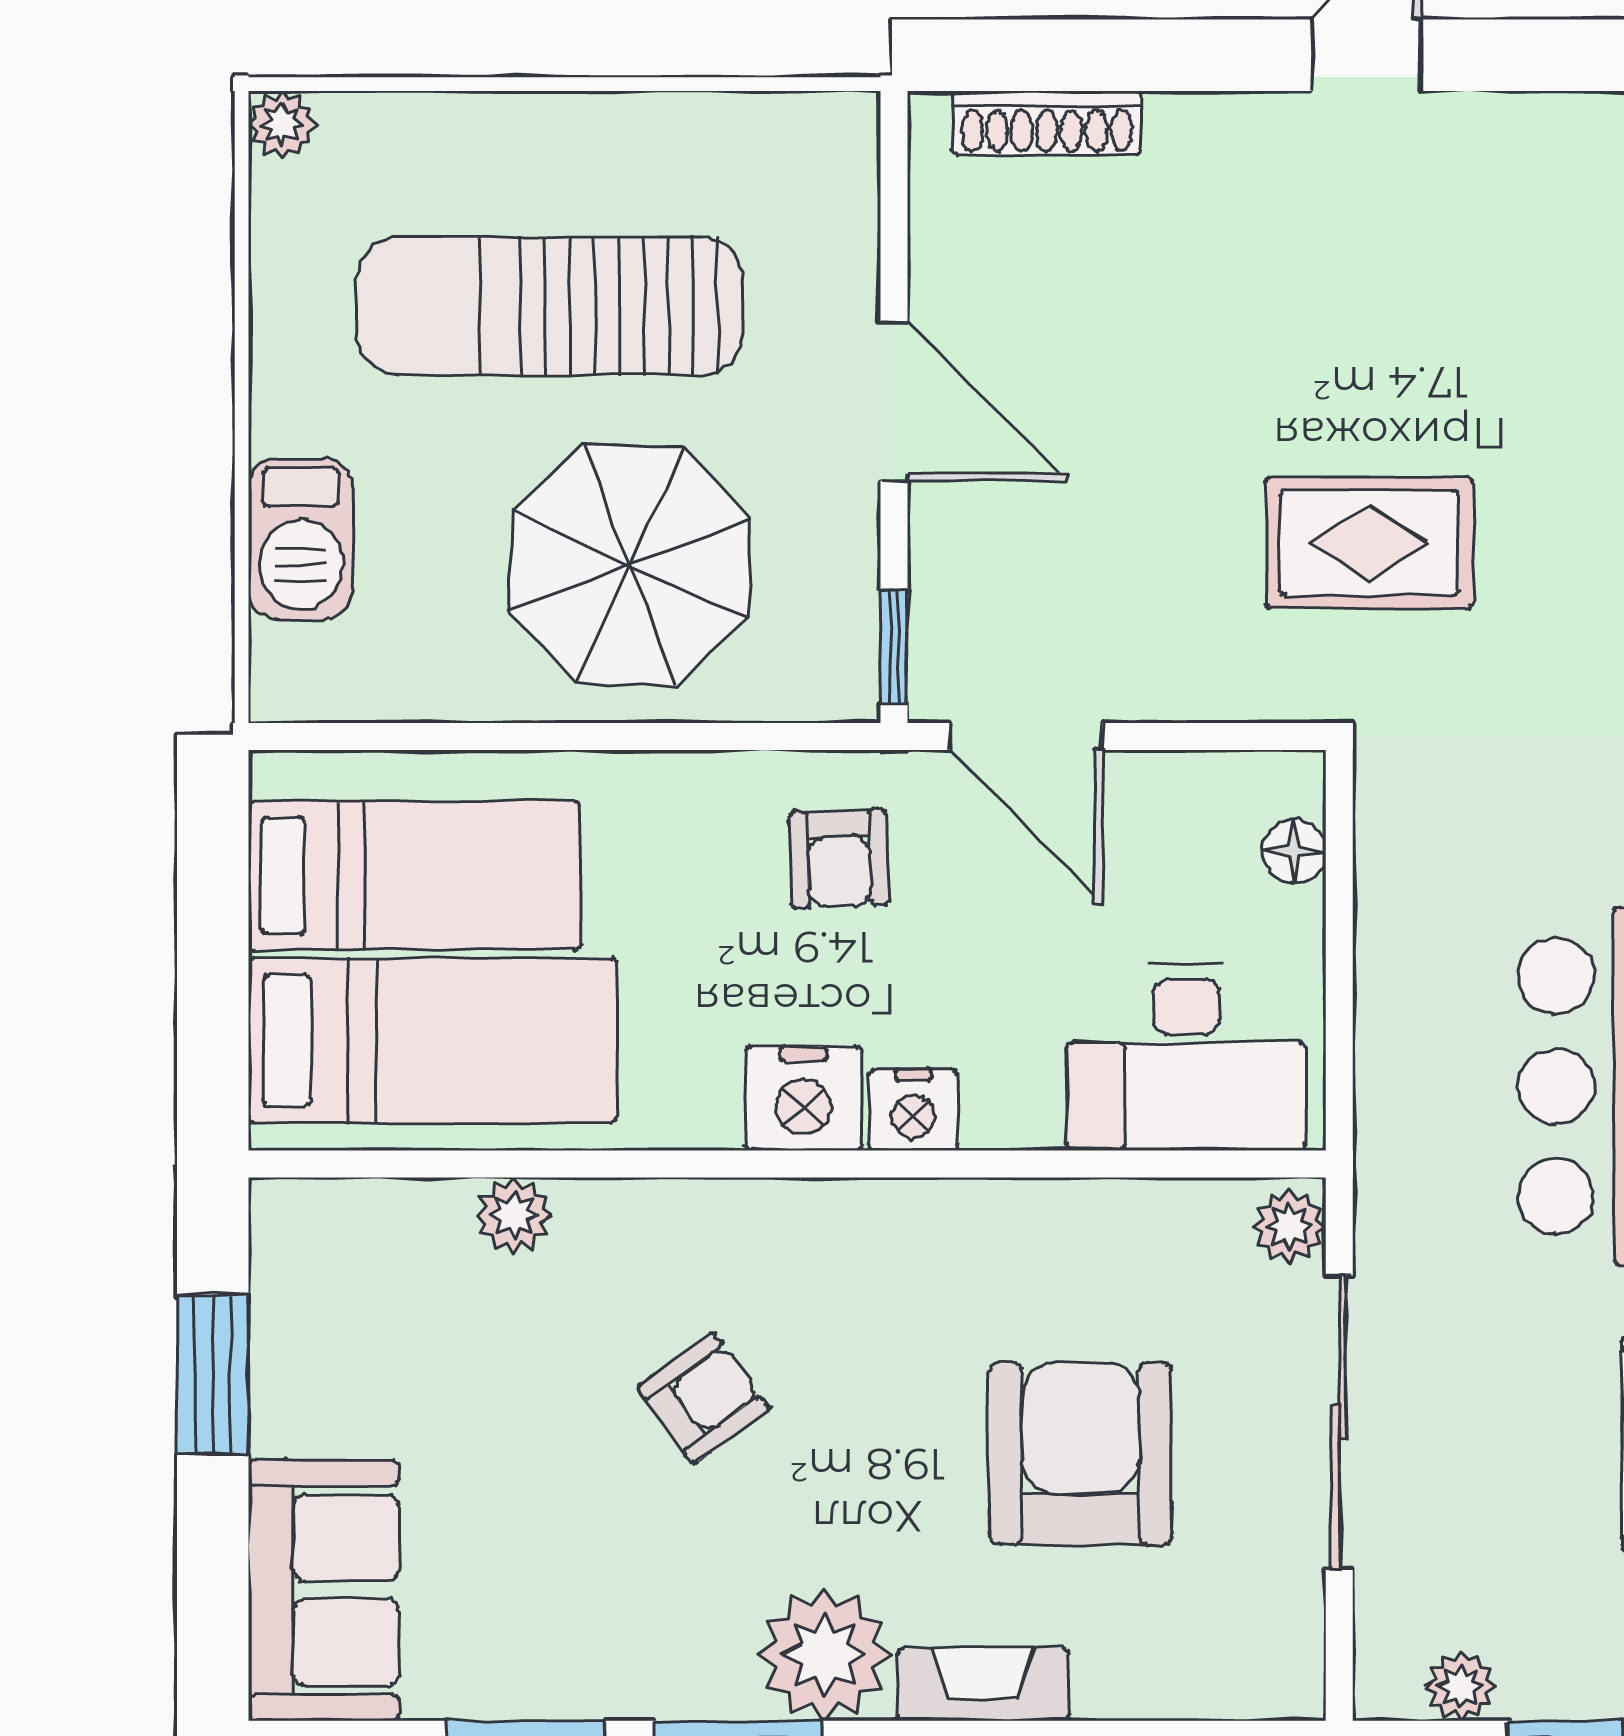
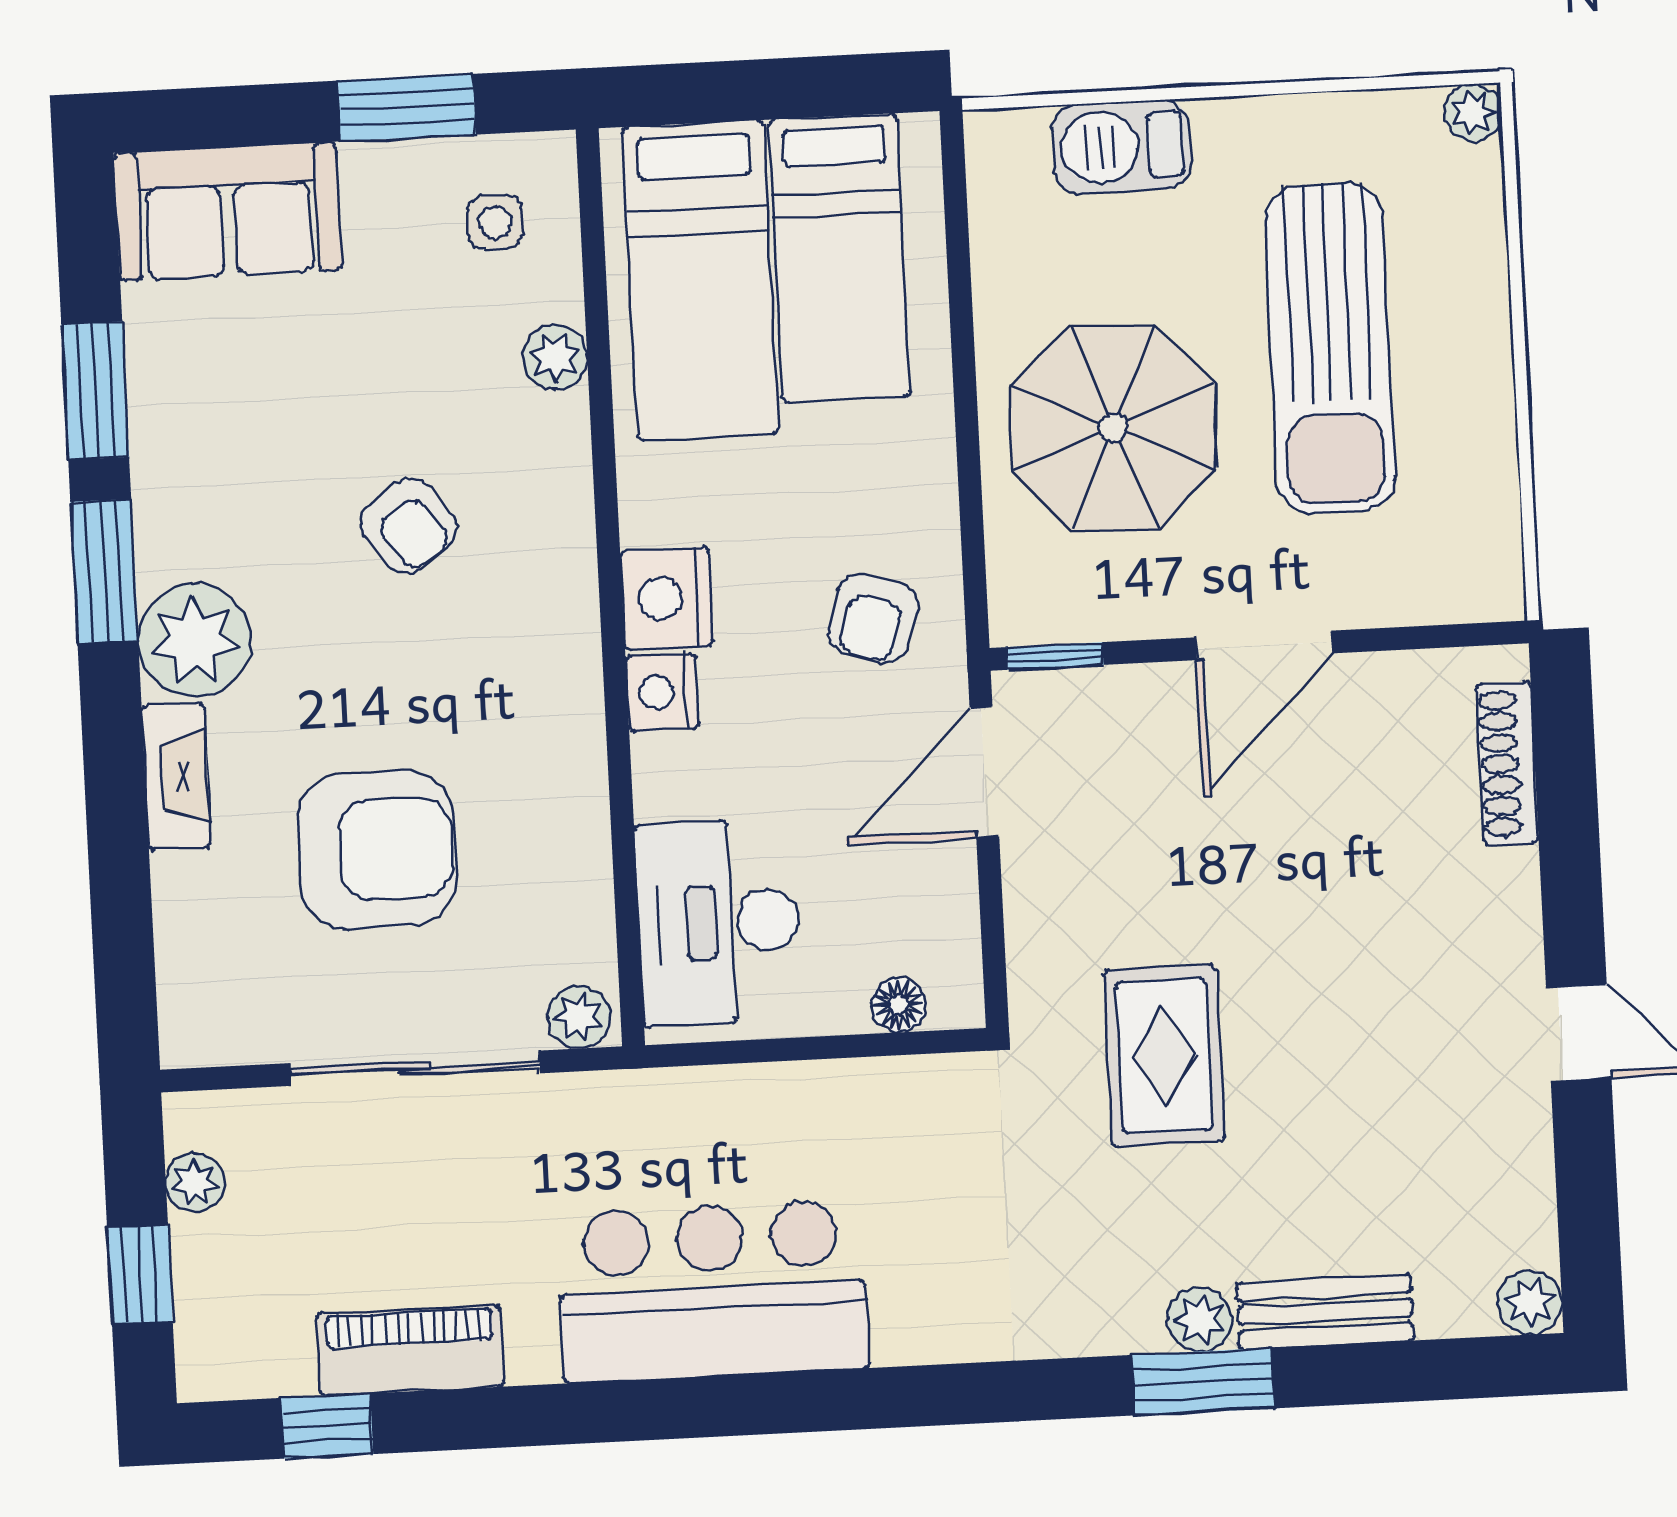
sun lounger: (550, 306) -> (1330, 349), turned 180
armchair: (839, 858) -> (873, 618), turned -70
side table: (352, 1278) -> (495, 222), added

